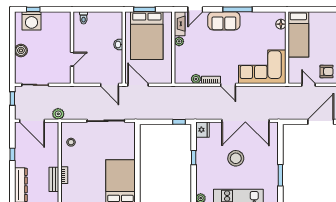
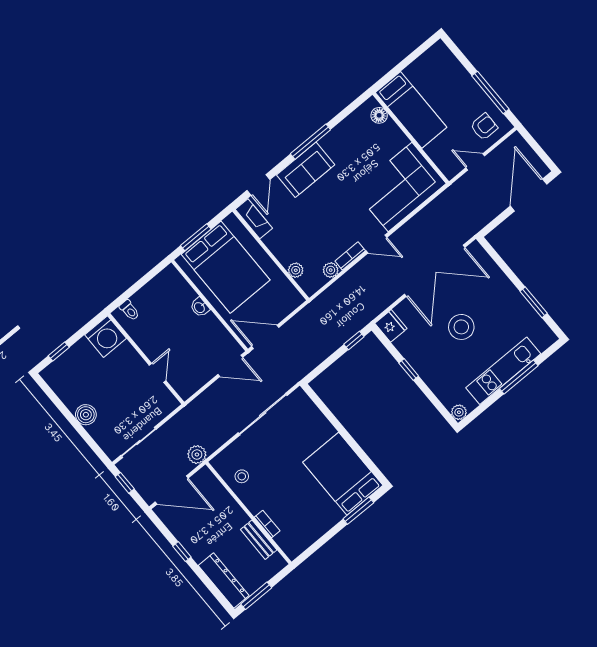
washing machine: (32, 21) -> (106, 337), moved
plant: (179, 41) -> (296, 270), moved

